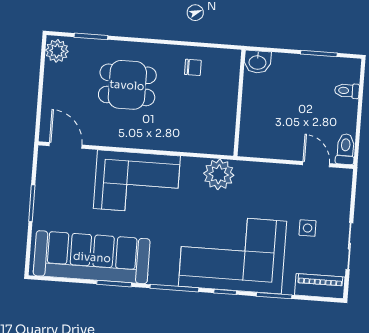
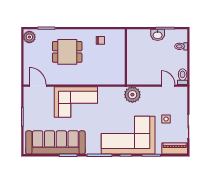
washbasin: (257, 62) -> (158, 35), moved
plant: (219, 174) -> (132, 95), moved

